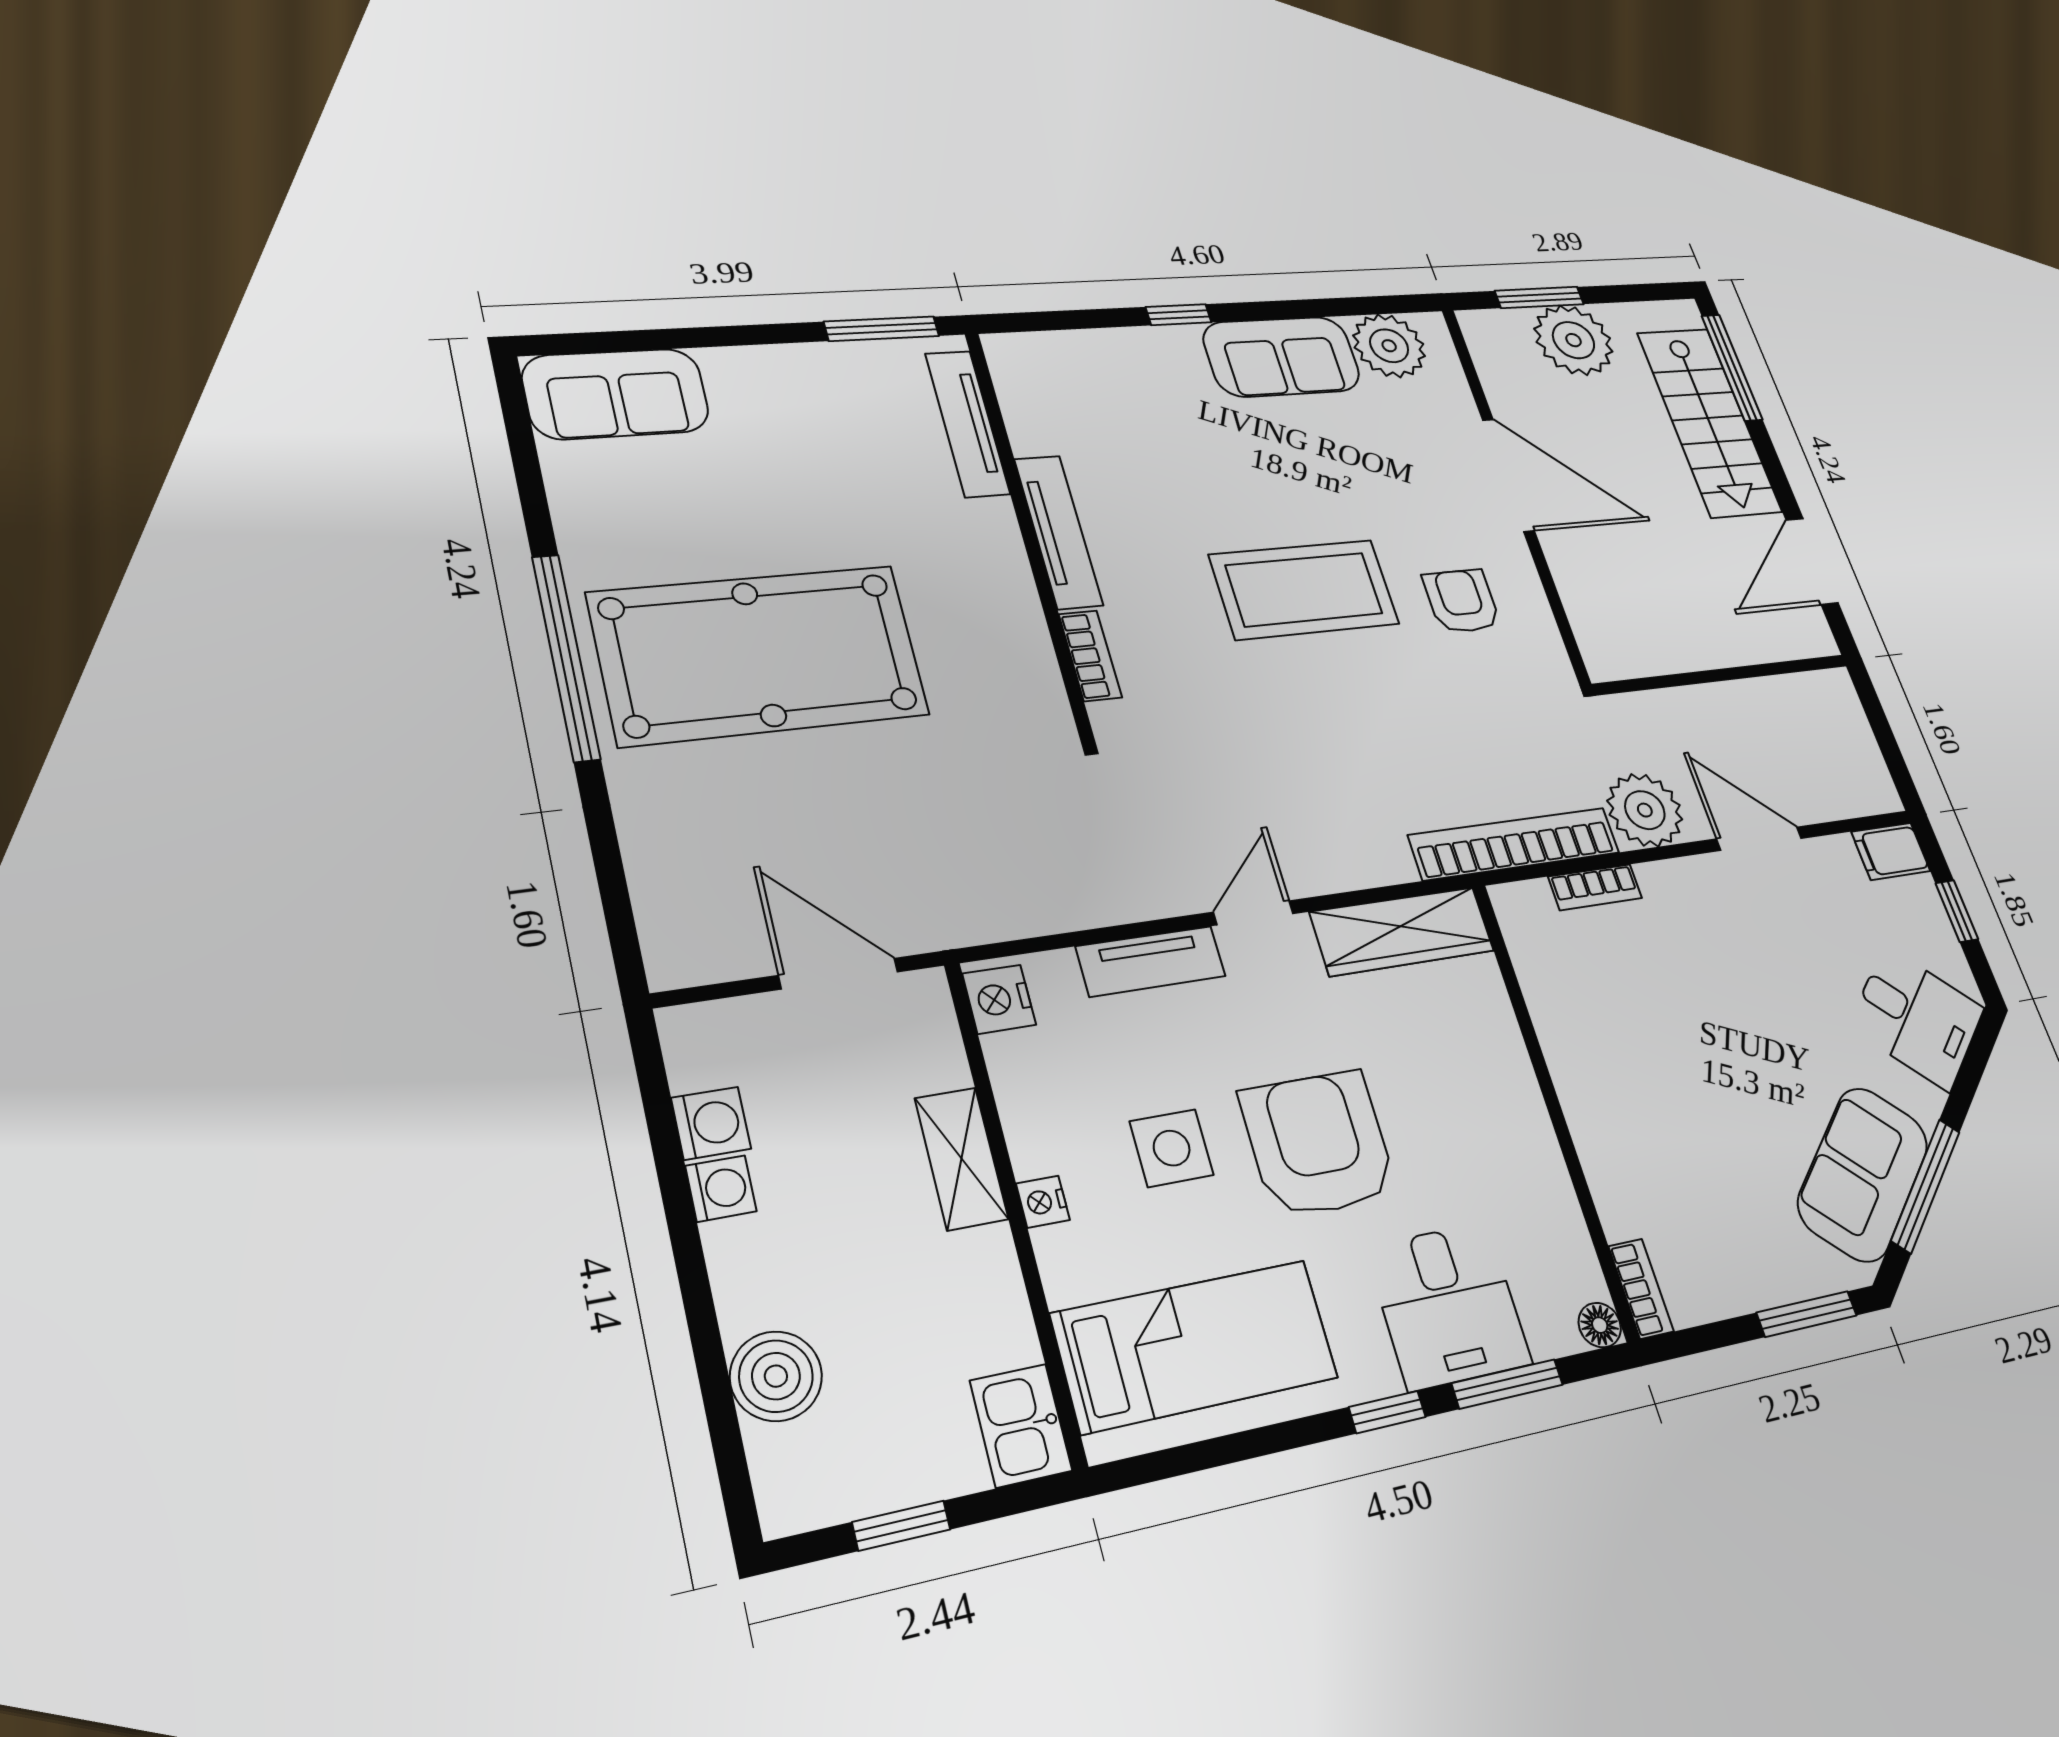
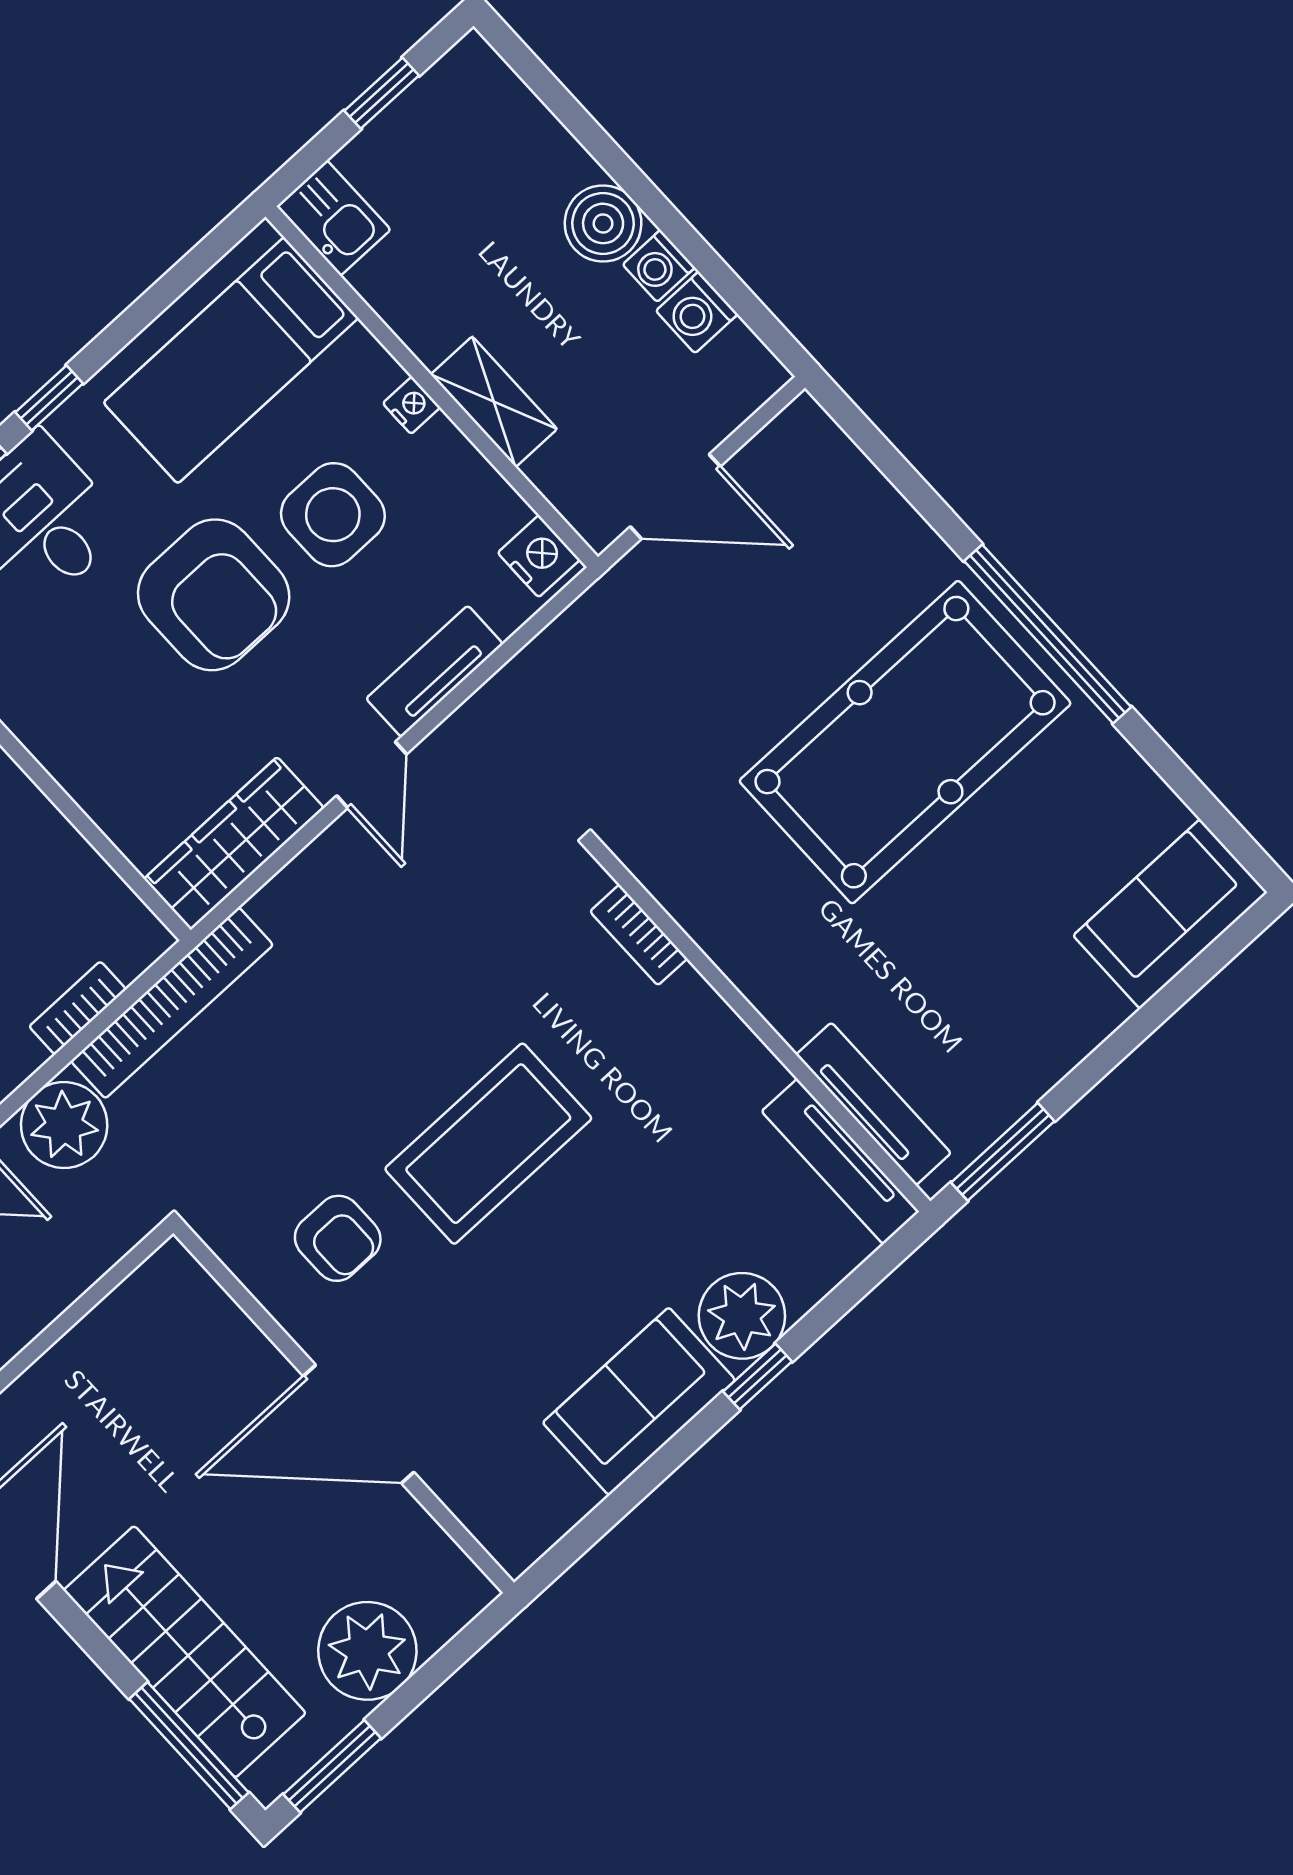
window: (1539, 298) -> (332, 1766), moved
plant: (1389, 346) -> (742, 1316), moved
tv unit: (1058, 532) -> (840, 1161), moved
side table: (1172, 1148) -> (333, 515), width x1.37, depth x1.37
boiler: (776, 1376) -> (603, 223), moved

